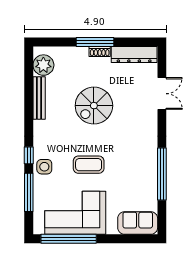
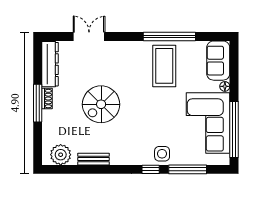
bench: (39, 98) -> (94, 159), width x0.73
spiral stairs: (94, 106) -> (101, 104), turned 90
coffee table: (89, 165) -> (164, 66), moved, width x1.36, depth x1.32
floor lamp: (112, 230) -> (225, 86), added

